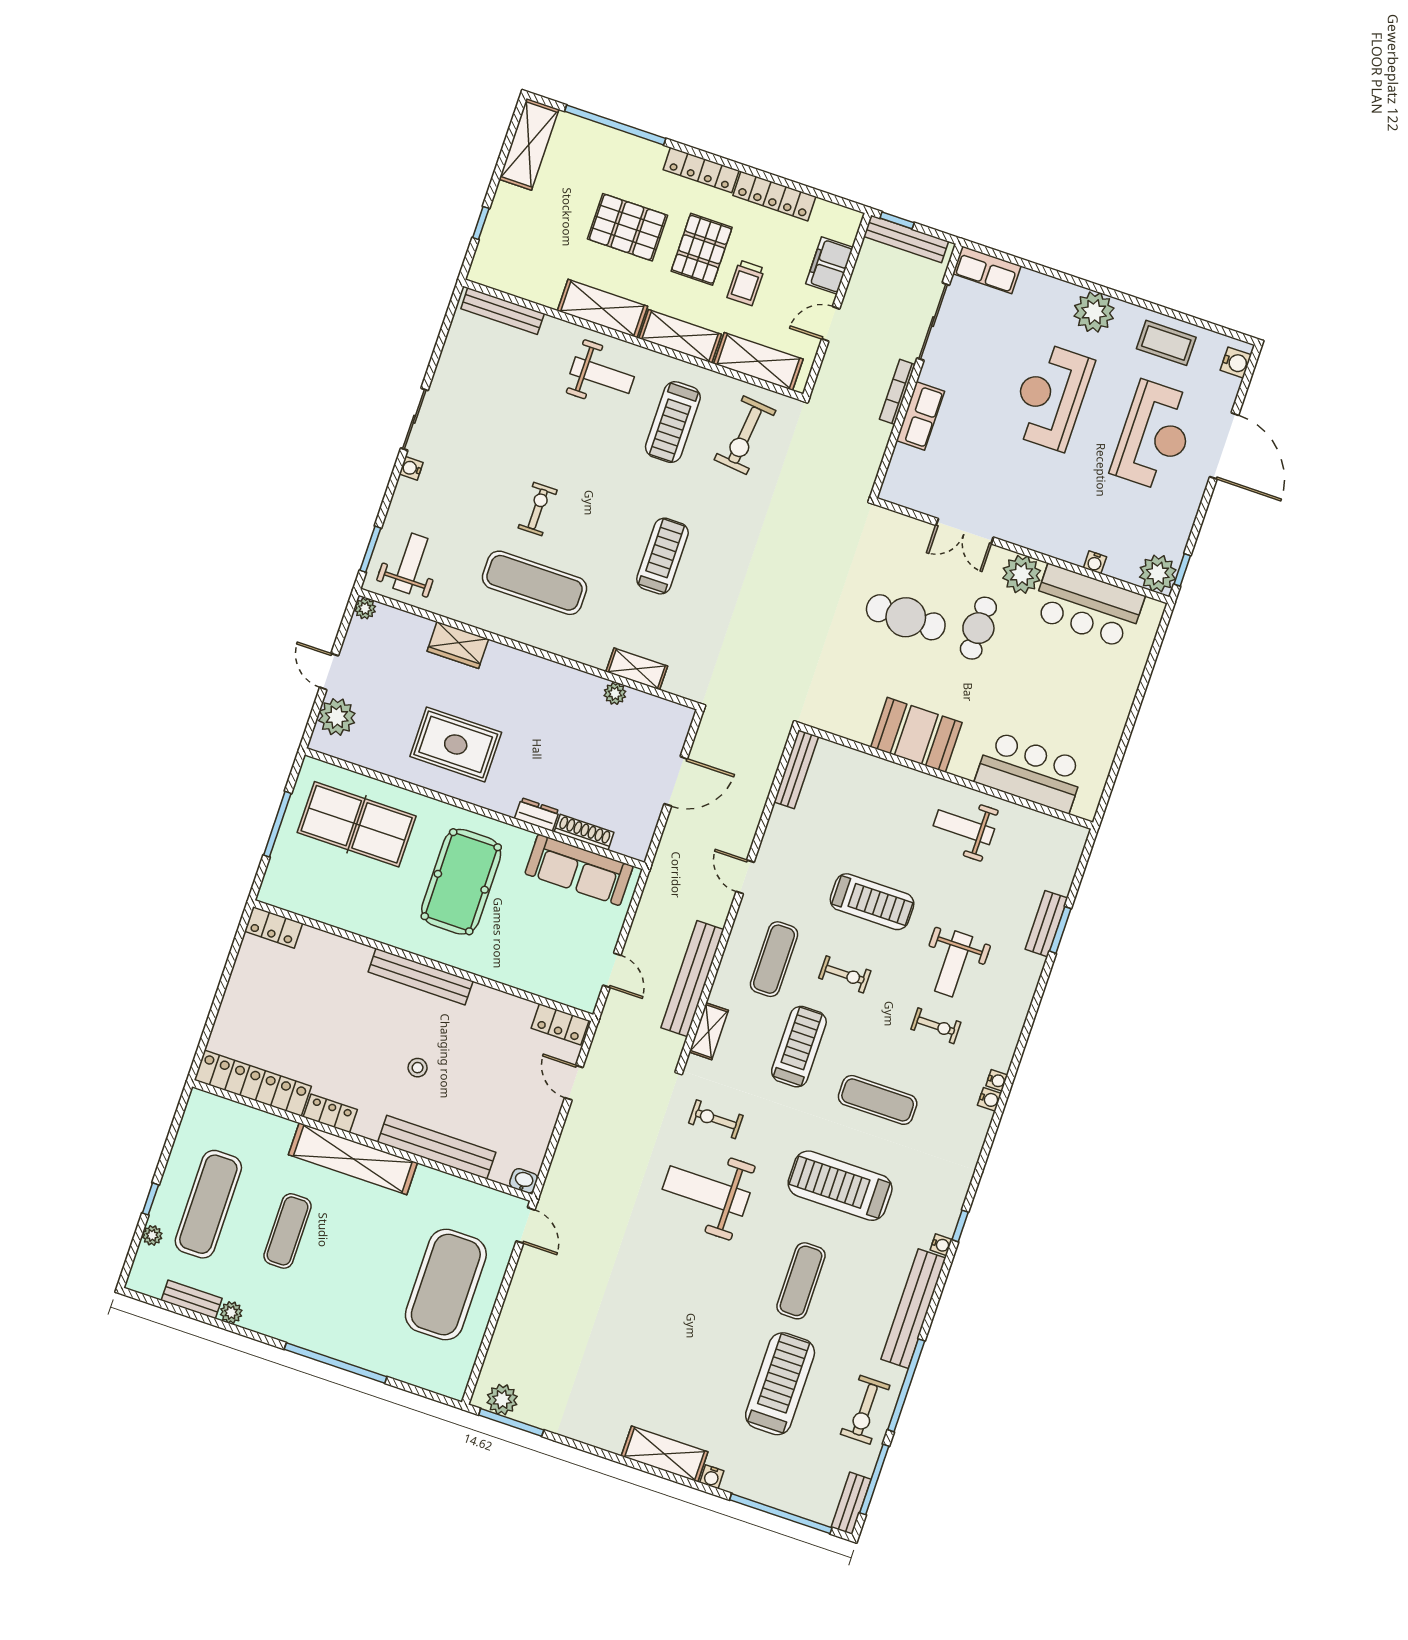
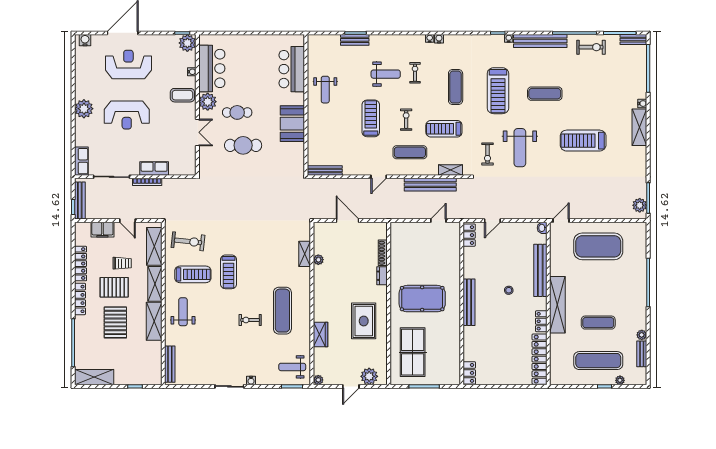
coffee table: (1166, 343) -> (182, 95), moved, turned 90
treadmill: (662, 556) -> (229, 272), moved, turned -90
cafe table: (906, 617) -> (243, 145), turned 90
sofa: (579, 870) -> (400, 249), removed
treadmill: (780, 1384) -> (583, 141), moved

